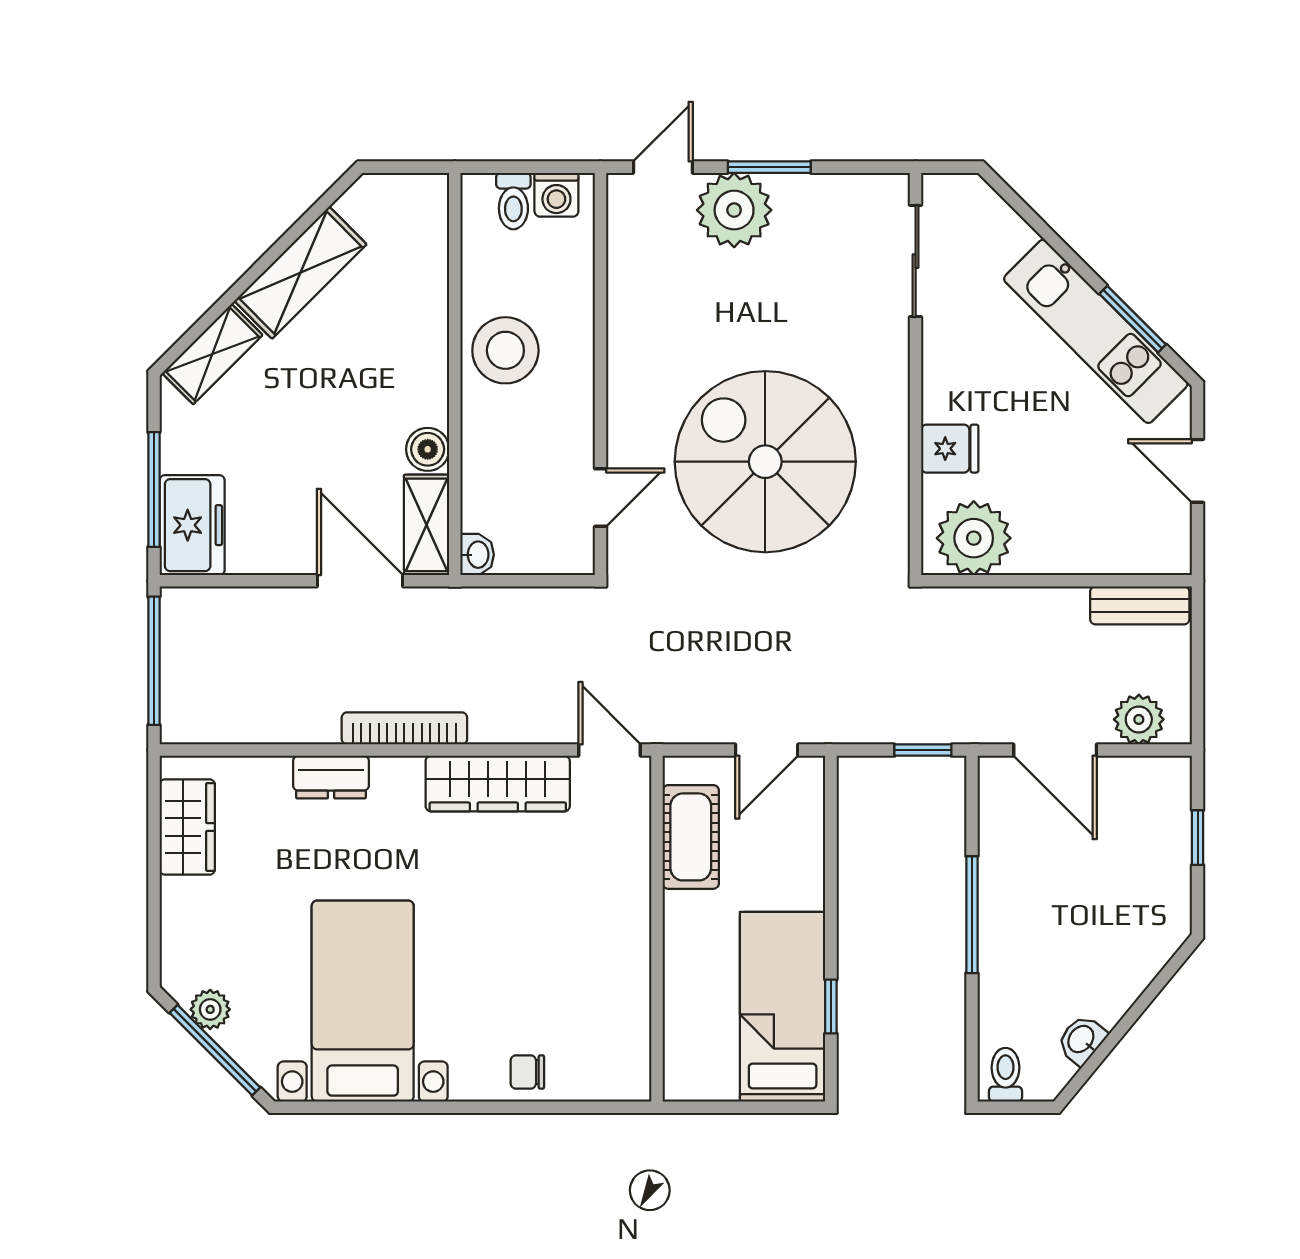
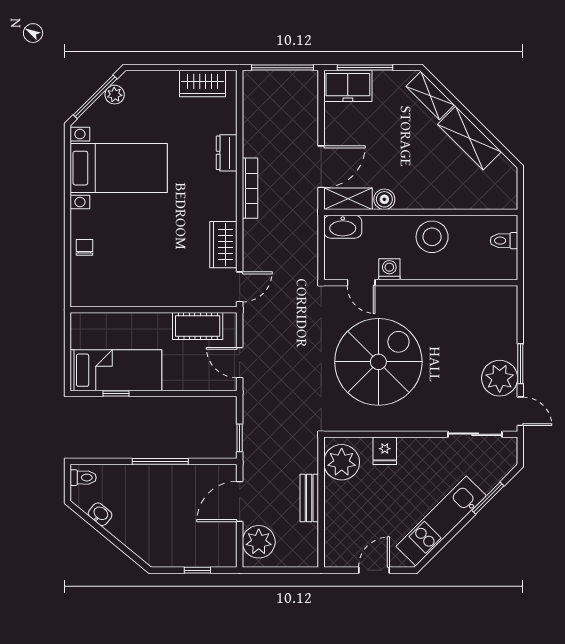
door: (663, 167) -> (520, 411), moved
washing machine: (556, 195) -> (389, 269), moved, turned 90
plant: (734, 210) -> (500, 378), moved
window: (1133, 319) -> (488, 498), moved
washbasin: (477, 555) -> (343, 227), width x1.91, depth x1.45
bench: (1140, 605) -> (309, 498), moved
plant: (1139, 719) -> (259, 542), width x1.36, depth x1.36
wardrobe: (498, 784) -> (223, 245), width x0.67

